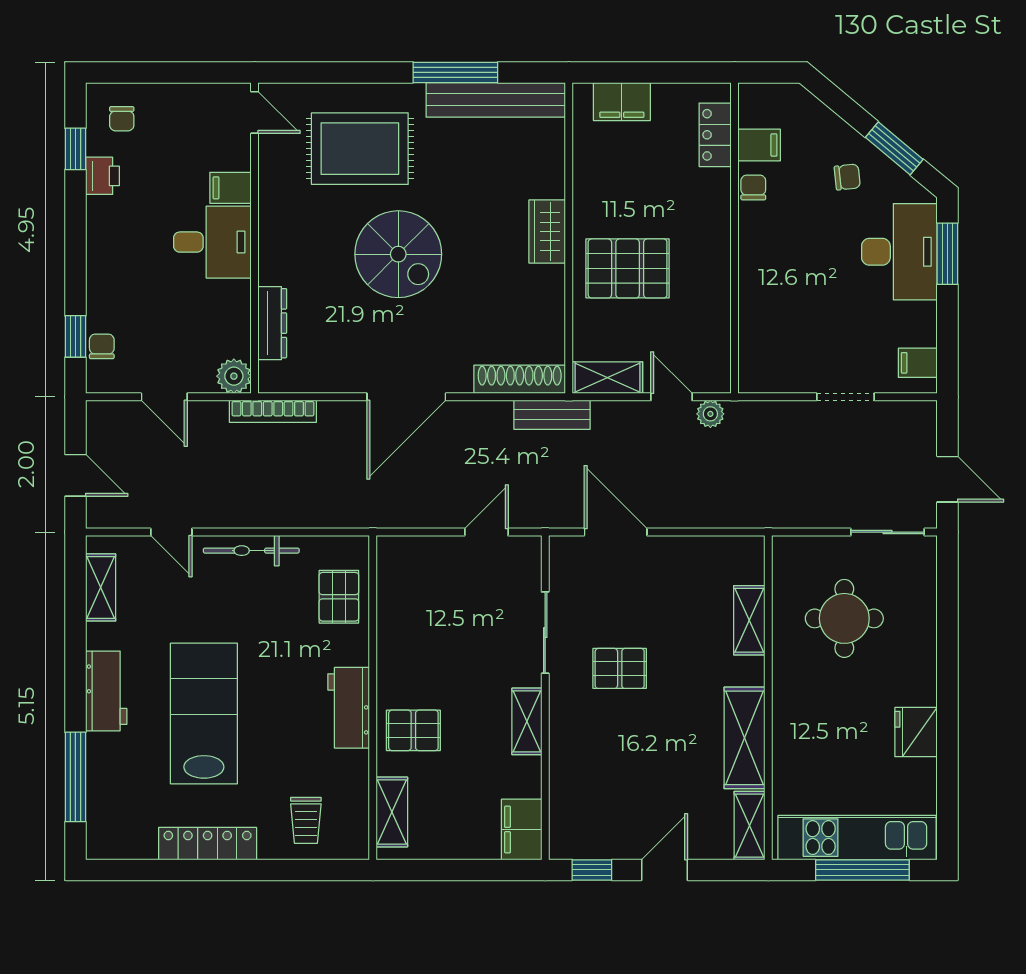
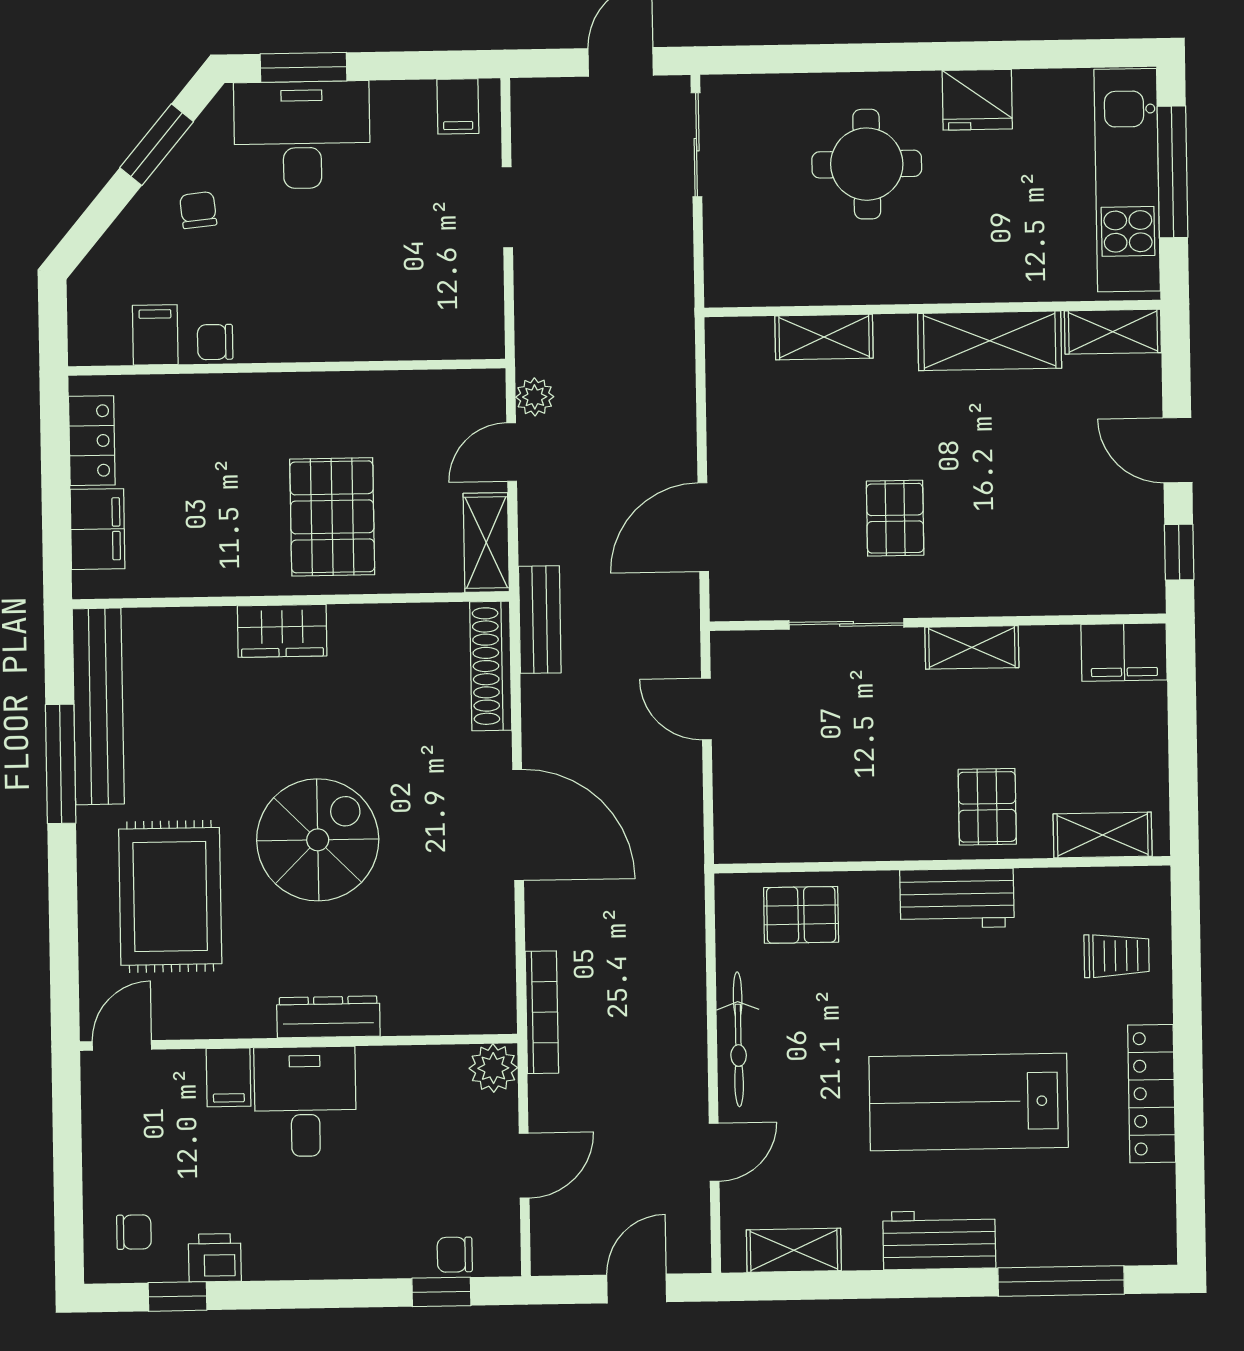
locker: (715, 135) -> (92, 441), moved, turned -90
dresser: (272, 323) -> (328, 1017), moved
round table: (844, 618) -> (867, 164), moved

